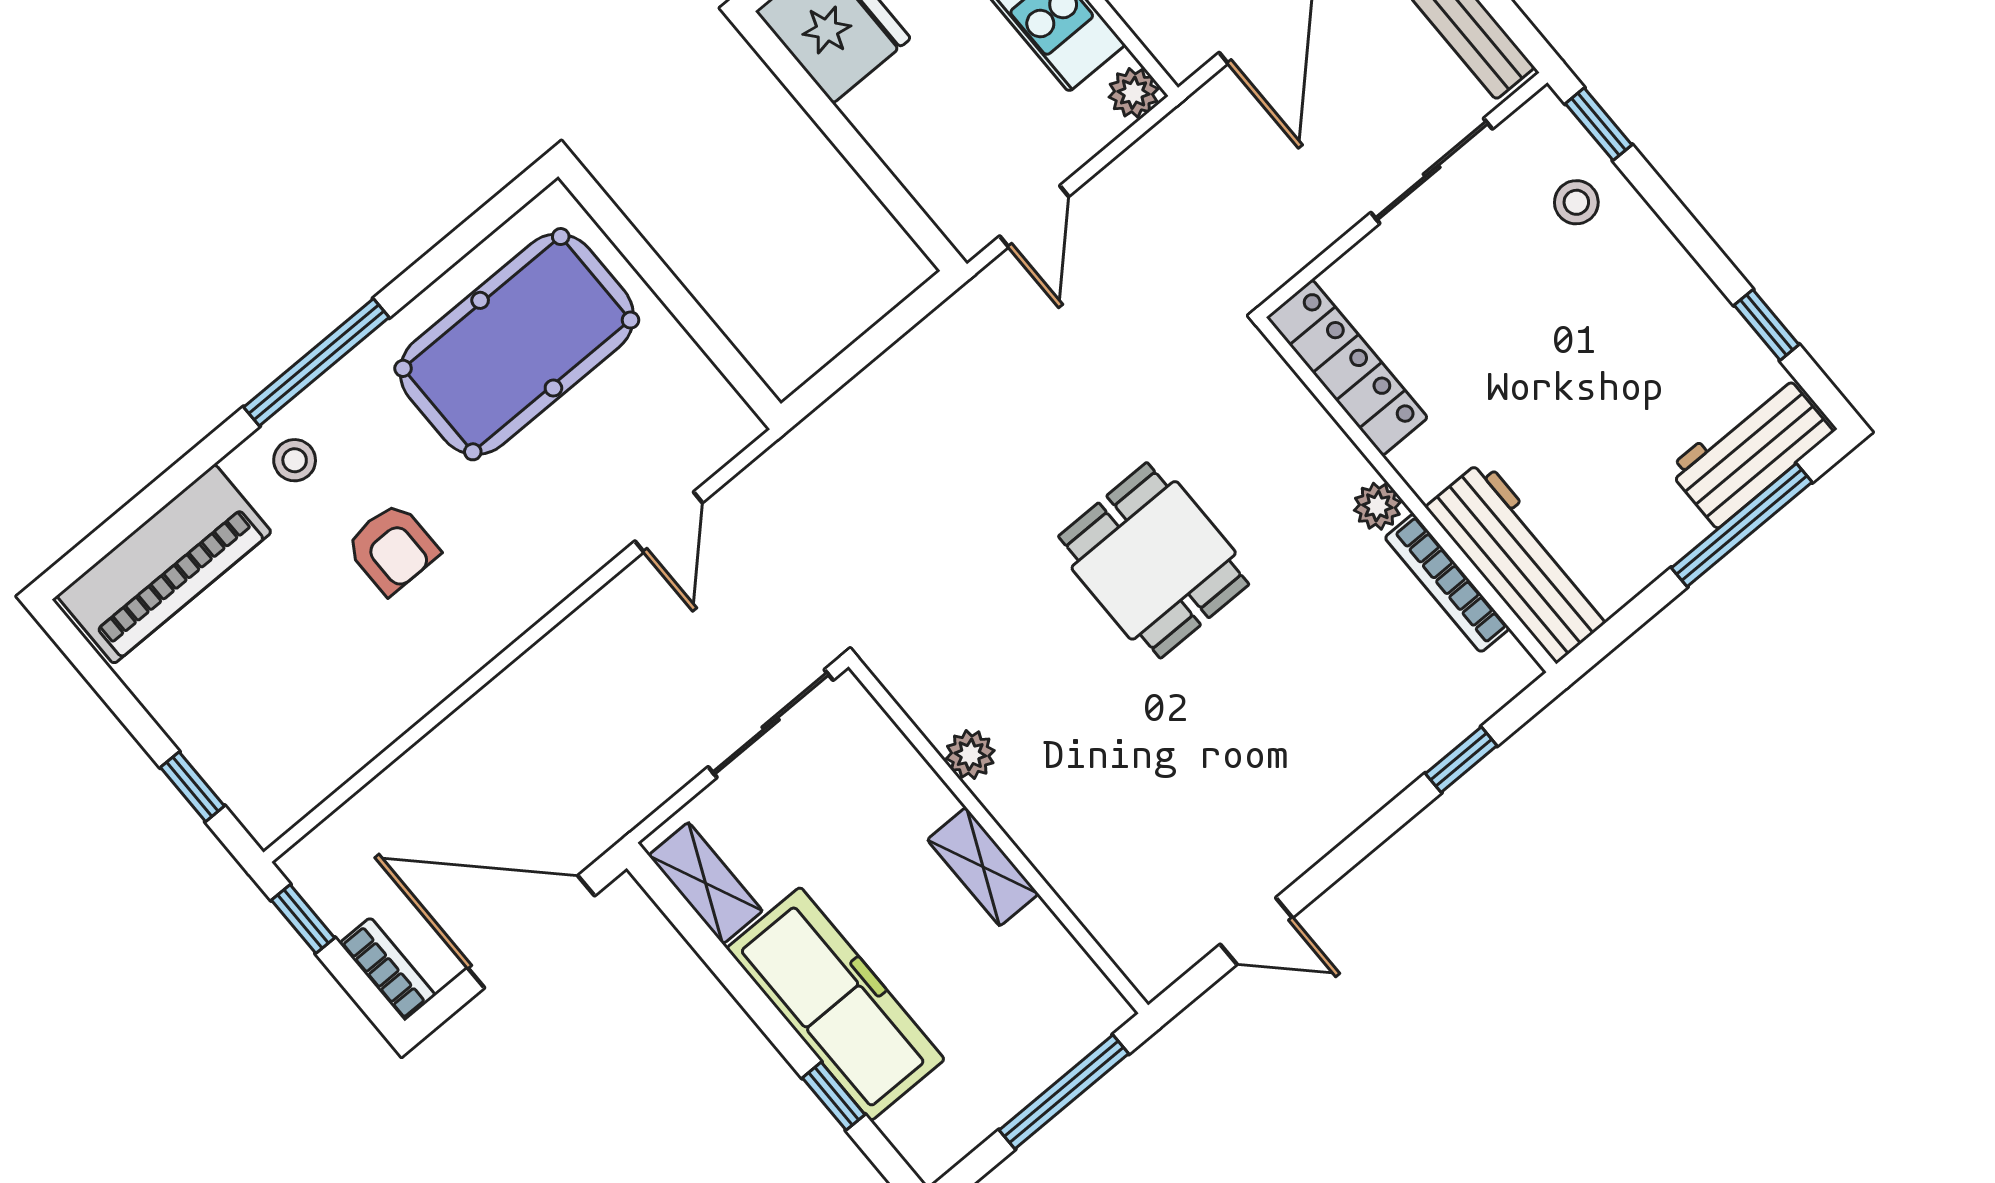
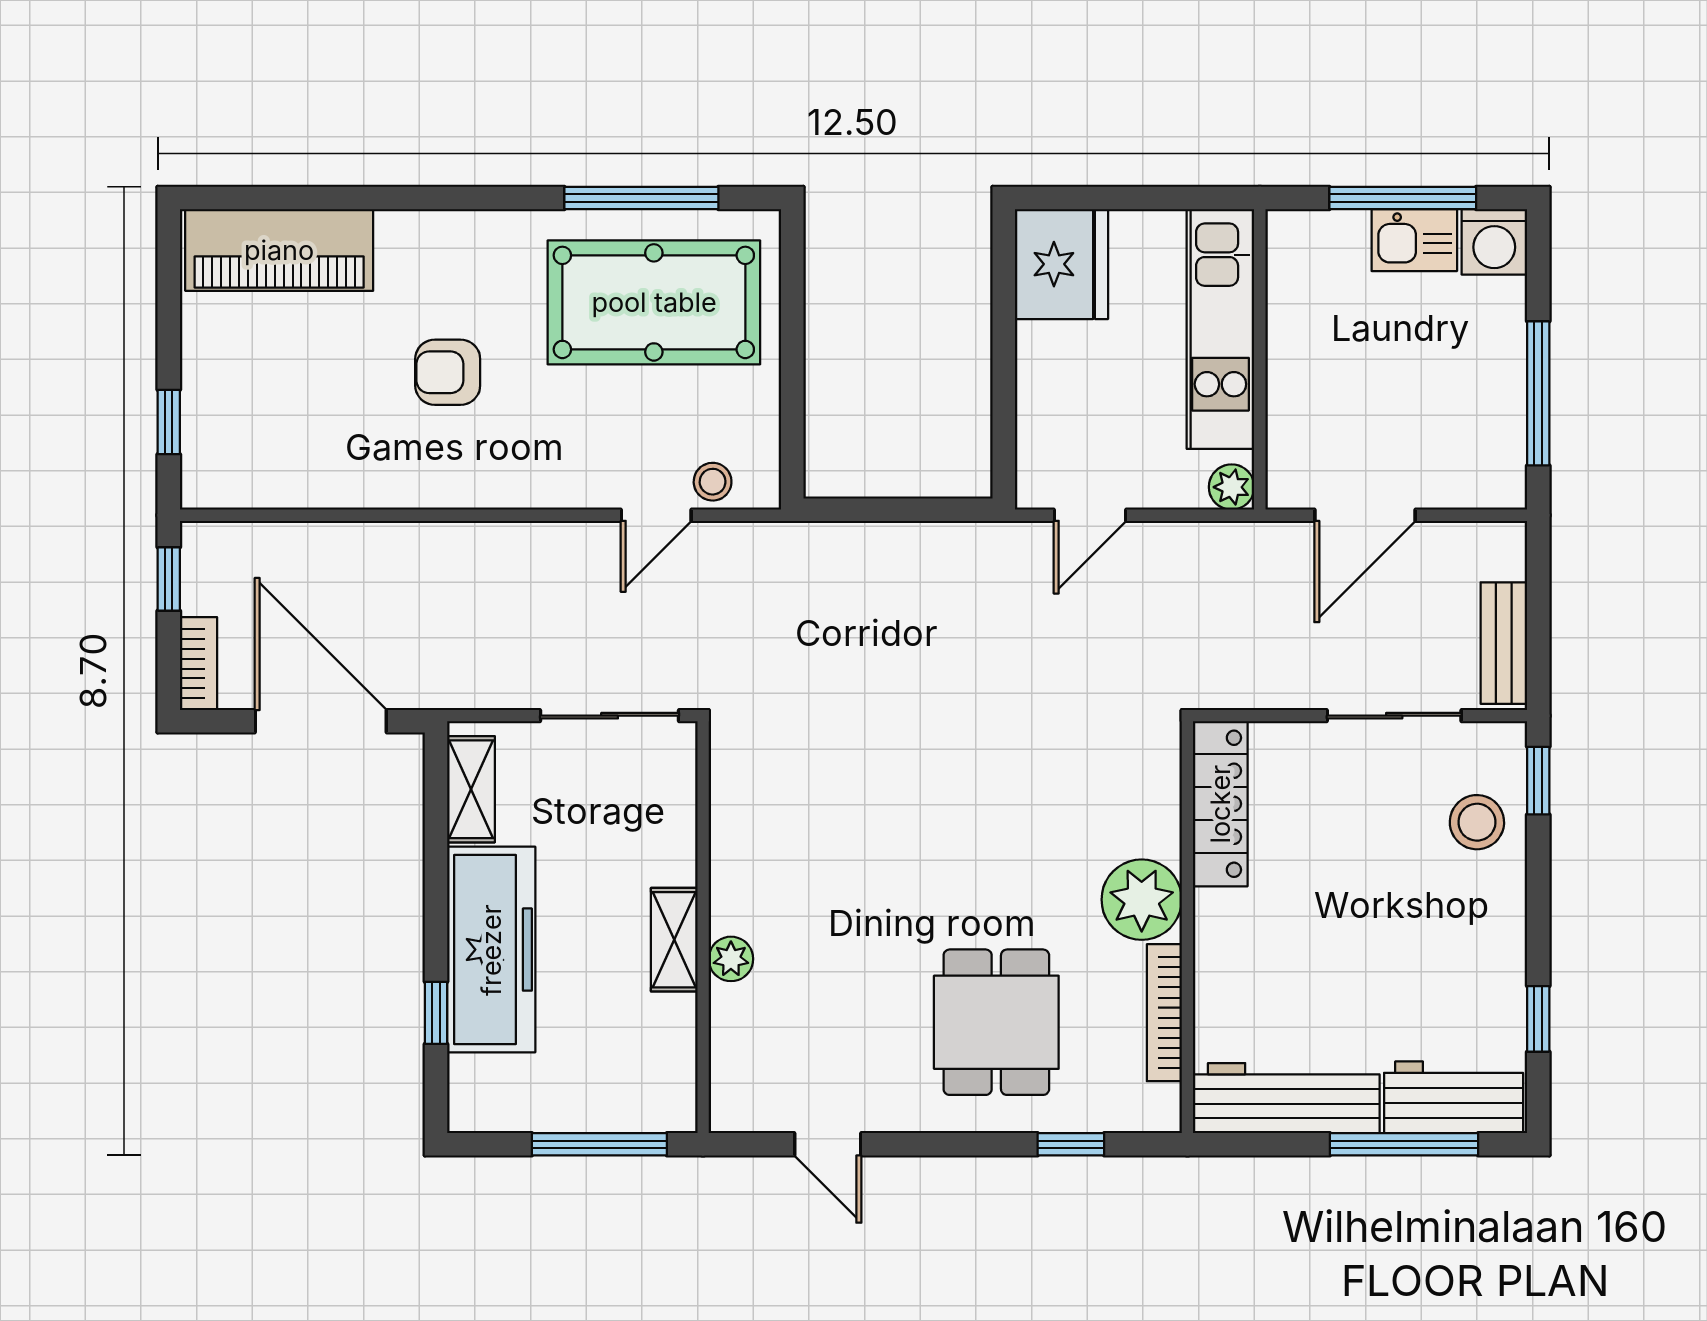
stool: (1576, 202) -> (1477, 822), width x1.37, depth x1.37
window: (316, 362) -> (641, 198), moved
stool: (295, 460) -> (713, 482), moved
plant: (1377, 506) -> (1142, 900), width x1.88, depth x1.88
armchair: (392, 548) -> (448, 372), turned 90
dining table: (1154, 560) -> (996, 1022), moved
workbench: (1520, 561) -> (1286, 1098), moved, turned -90
plant: (970, 755) -> (731, 959), moved

